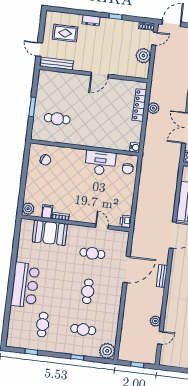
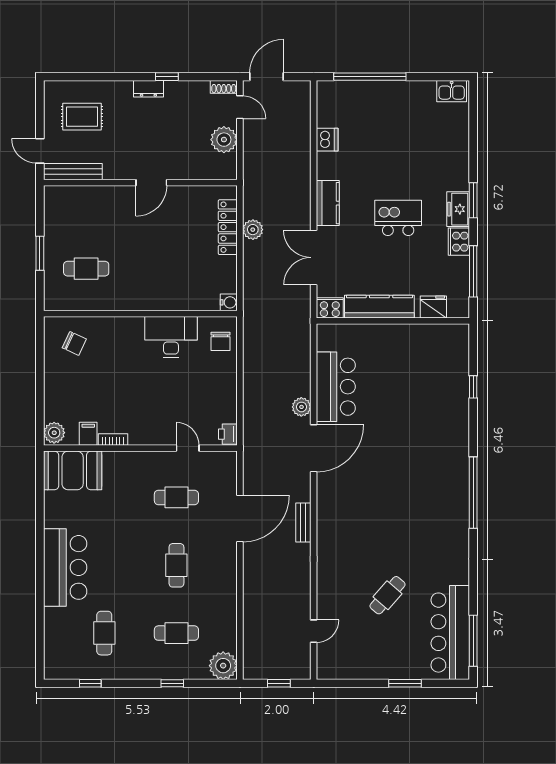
dresser: (91, 20) -> (148, 89), moved
door: (154, 39) -> (240, 107), hinge flipped
booth: (50, 233) -> (73, 470), moved
plant: (155, 321) -> (301, 407), moved

